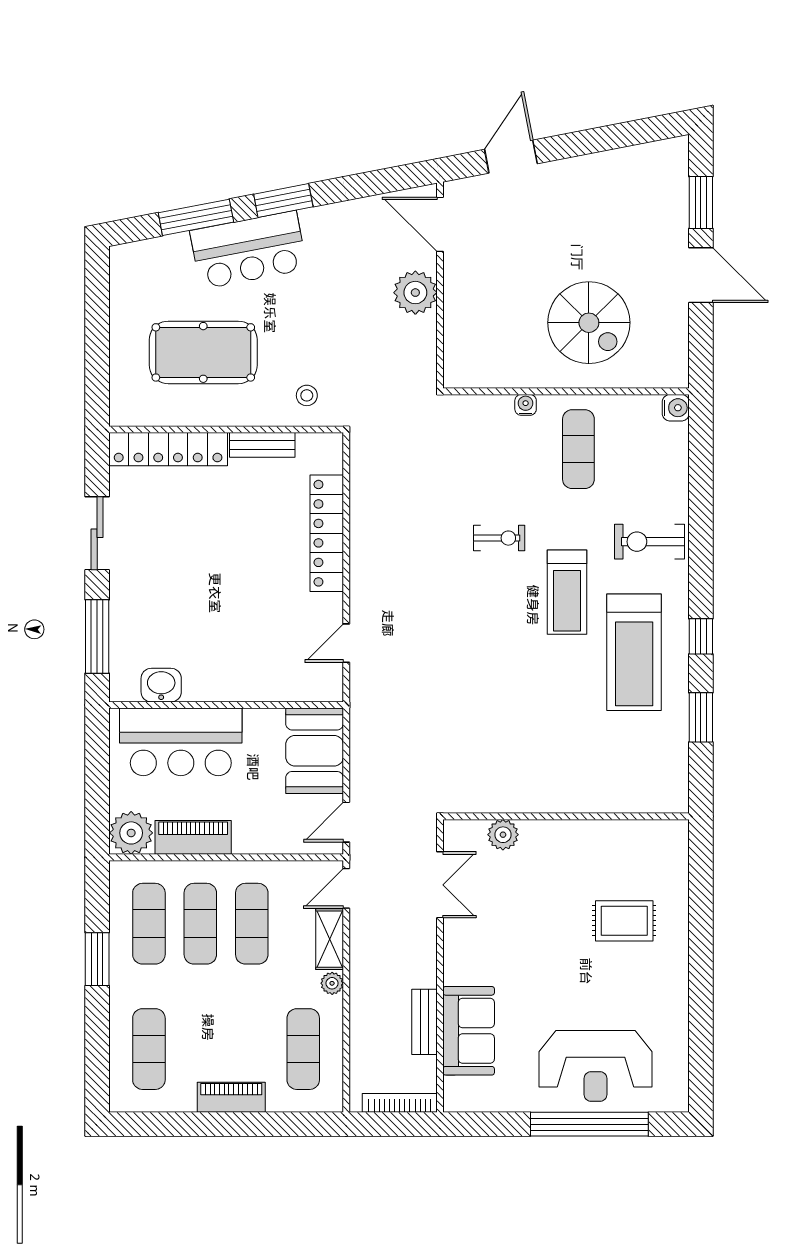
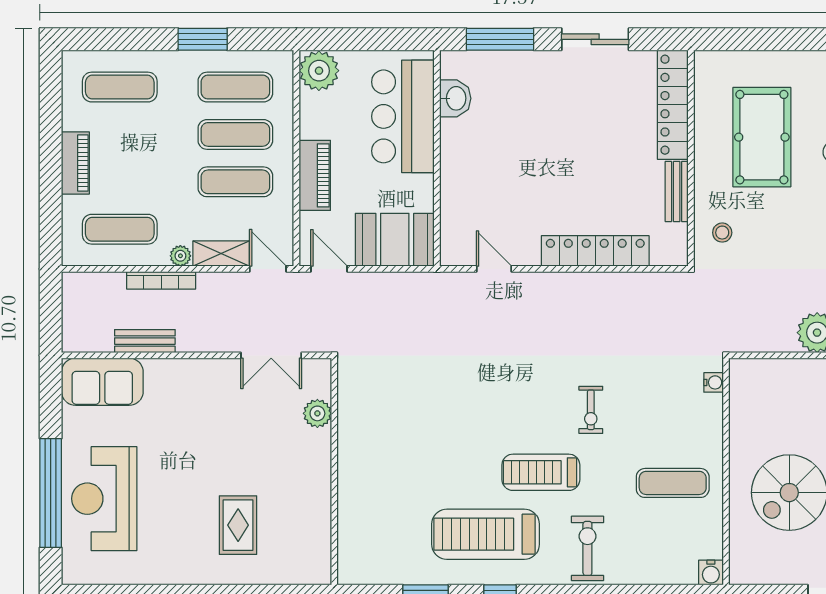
water cooler: (526, 405) -> (714, 382), moved
piano: (193, 837) -> (315, 175), moved
sofa: (469, 1031) -> (102, 382), moved
bookcase: (400, 1103) -> (161, 280), moved, turned 90

